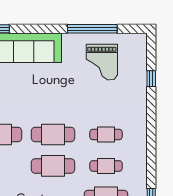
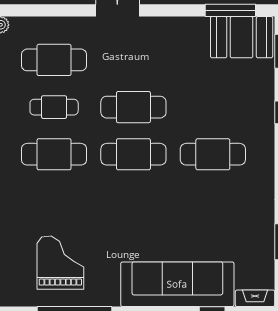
cafe table: (106, 134) -> (54, 154), width x1.37, depth x1.35

